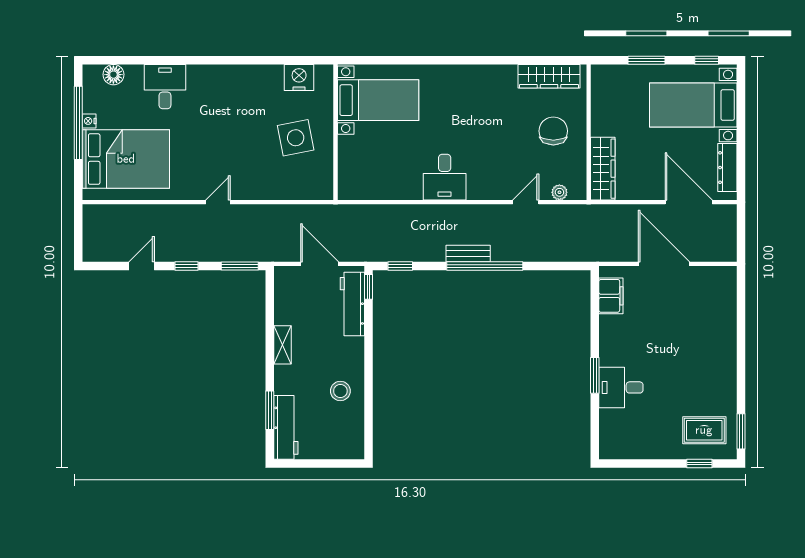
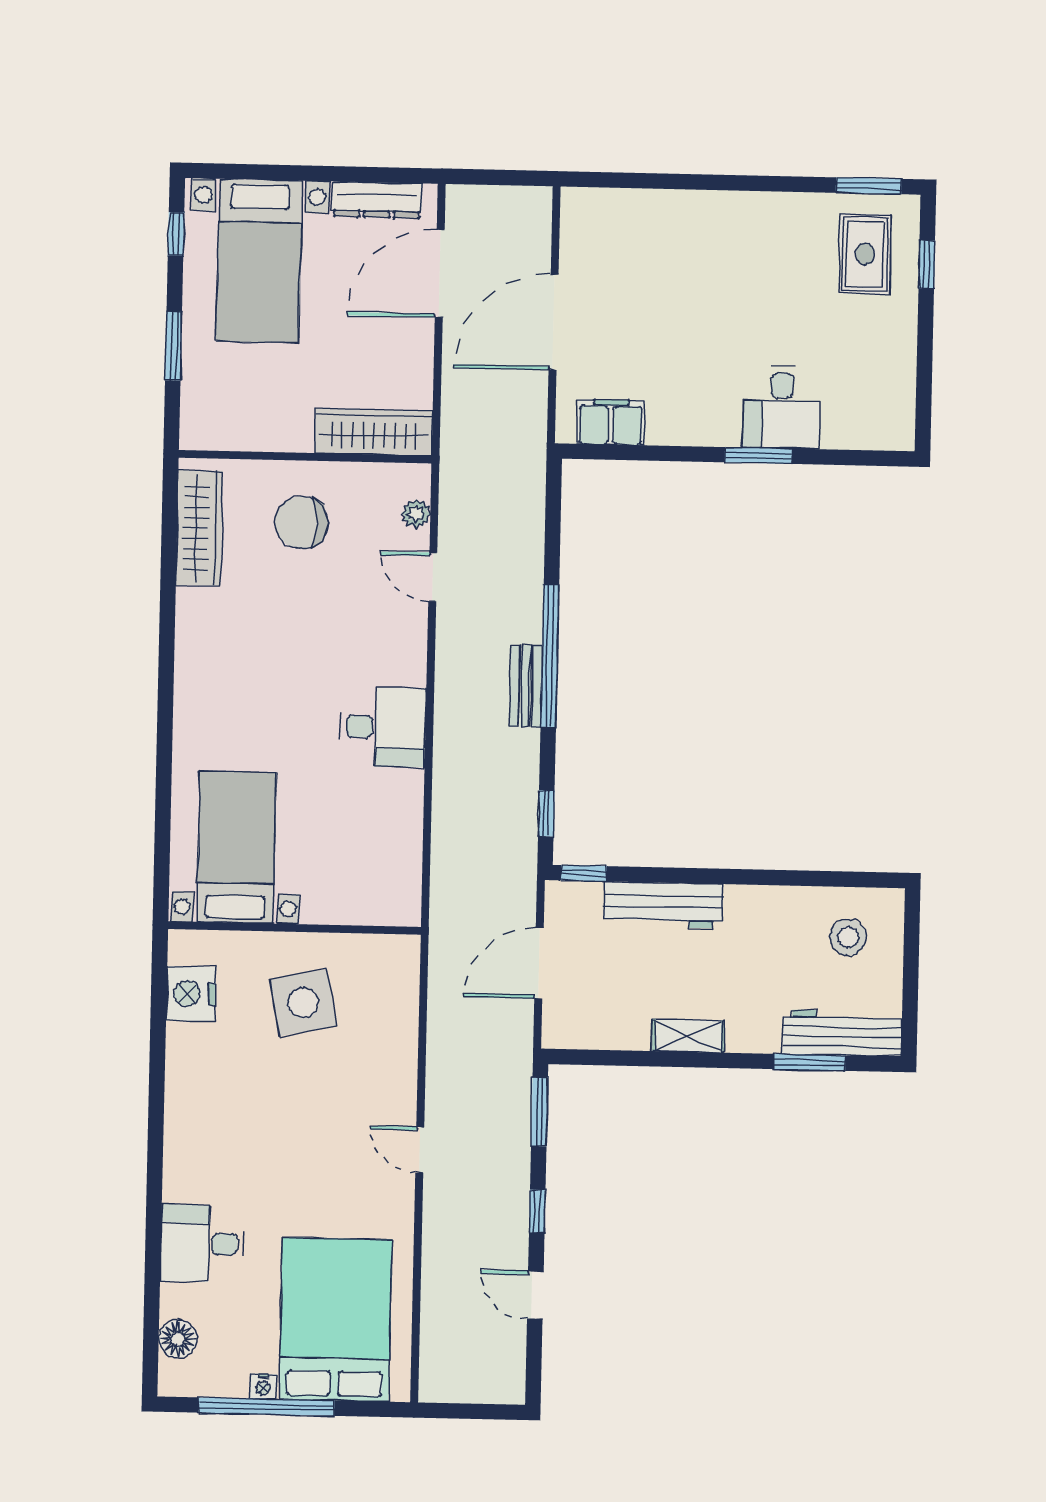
workbench: (352, 304) -> (663, 905), moved
stool: (340, 391) -> (848, 937), moved

